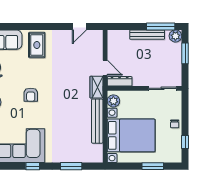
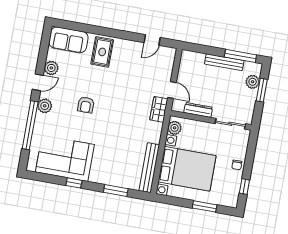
plant: (175, 36) -> (253, 82), moved
dresser: (120, 81) -> (198, 110), moved
bench: (97, 121) -> (149, 168), moved

